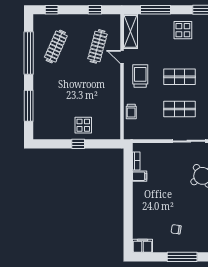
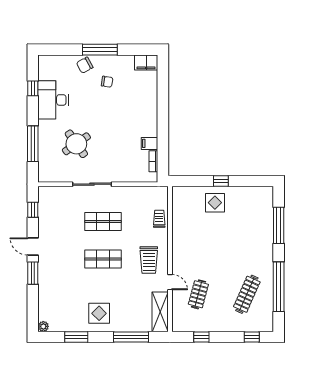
clothes rail: (97, 46) -> (198, 294), width x0.73
chair: (195, 244) -> (85, 65), added

